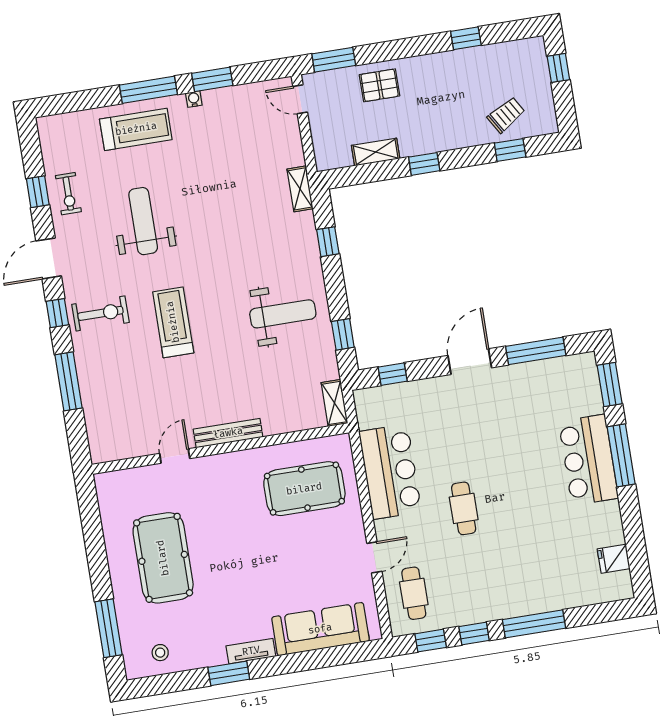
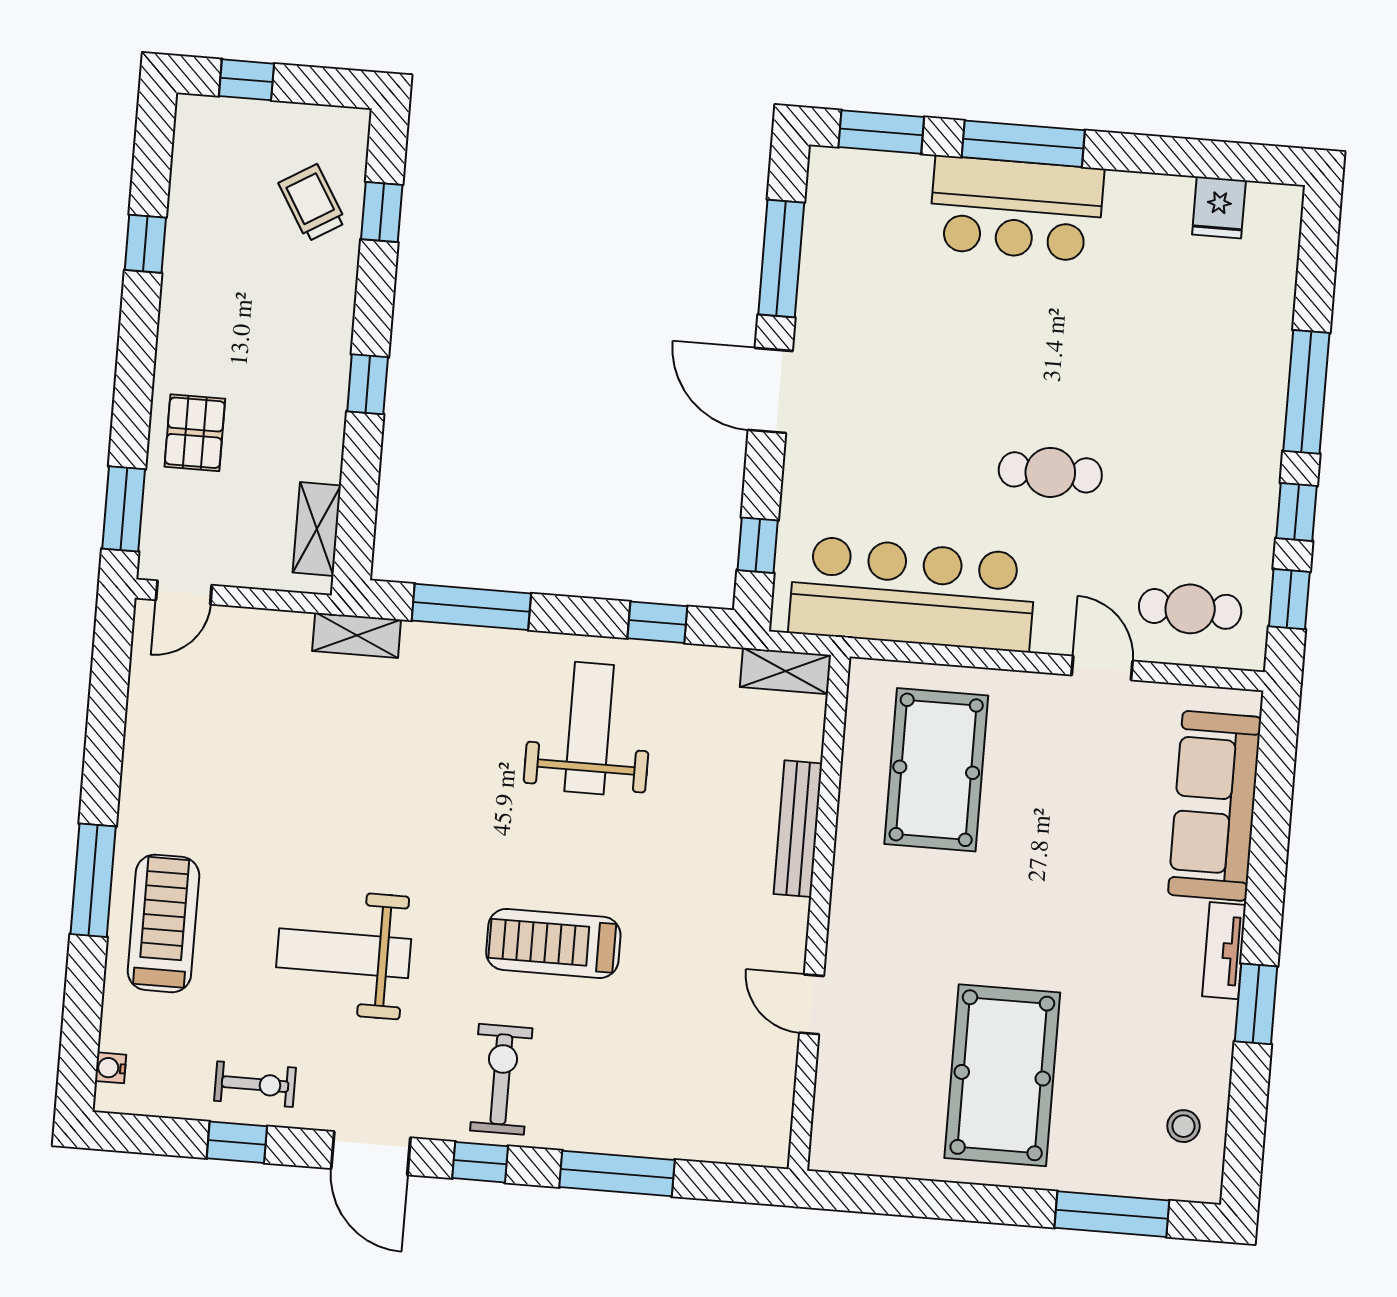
window: (212, 79) -> (104, 752), removed
water cooler: (194, 99) -> (111, 1068), moved
shelving: (376, 152) -> (317, 529), moved
window: (328, 242) -> (471, 607), width x2.17
bench: (228, 433) -> (798, 829), moved
bar counter: (390, 472) -> (912, 594), width x1.36
pool table: (163, 558) -> (1002, 1075), turned 90

